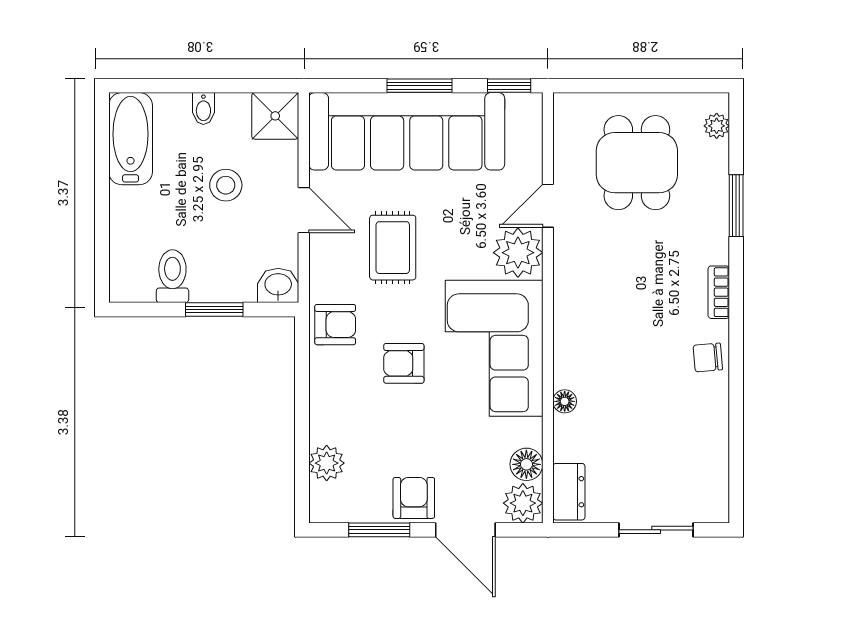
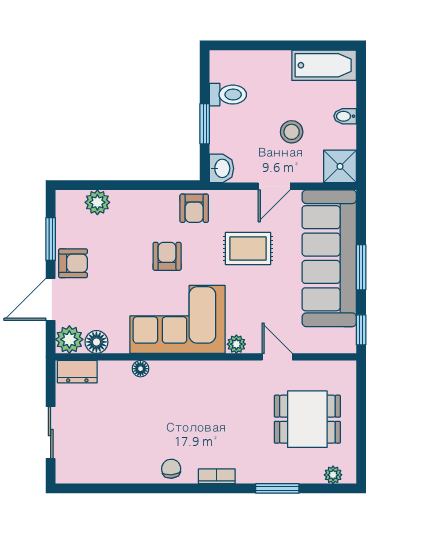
plant: (518, 253) -> (236, 344), width x0.53, depth x0.53

